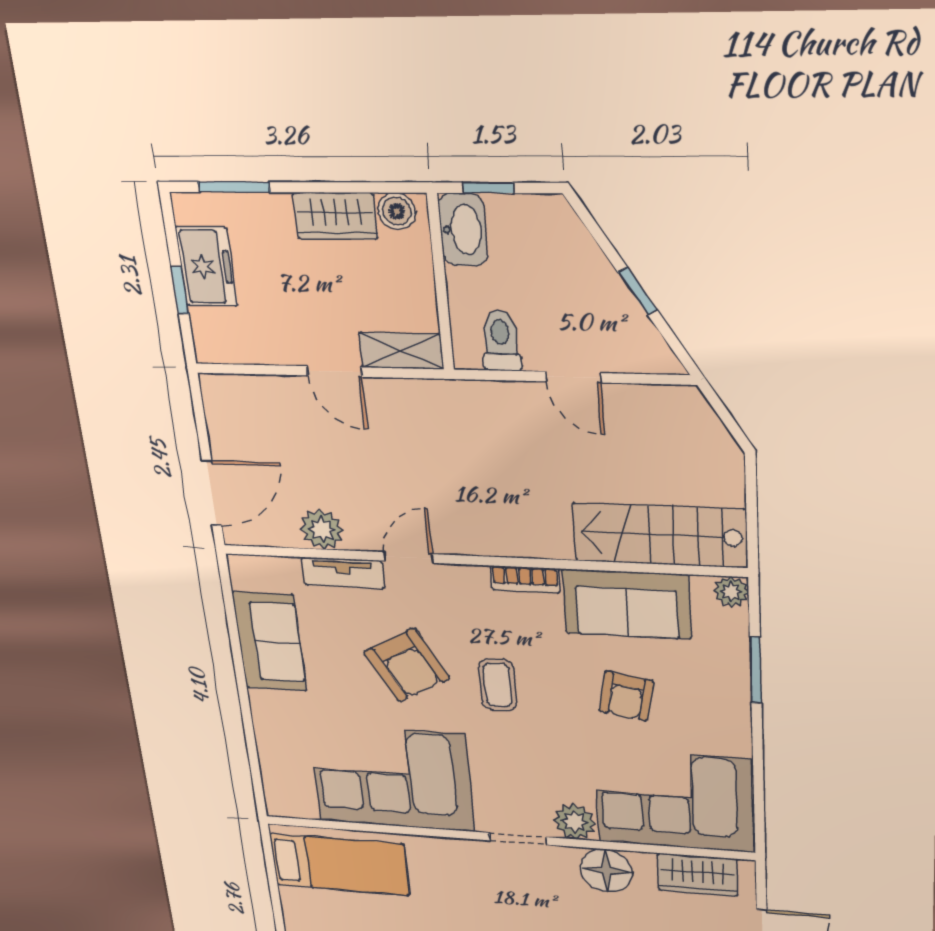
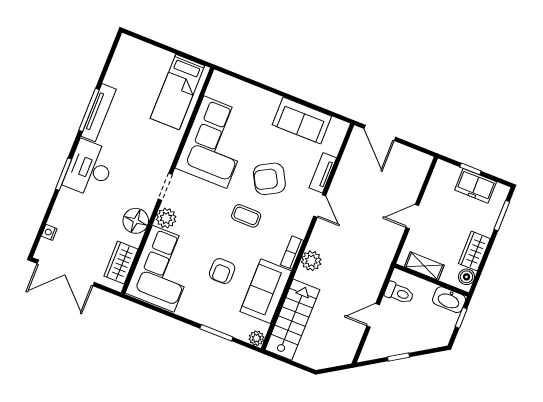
shelving: (401, 351) -> (424, 266), moved, turned 90
plant: (322, 529) -> (311, 261), moved
armchair: (626, 696) -> (222, 271), turned -100

